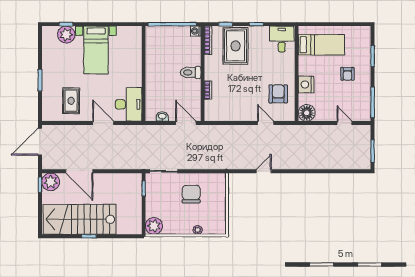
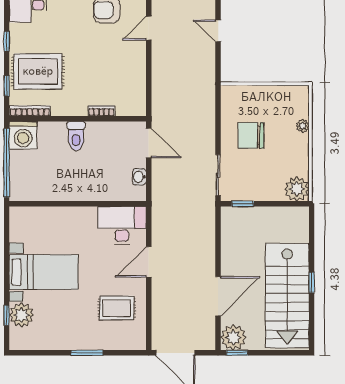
washing machine: (196, 31) -> (23, 135), width x1.89, depth x1.89
door: (186, 123) -> (149, 143), swing flipped

